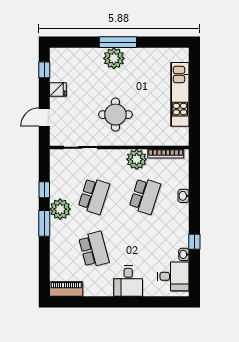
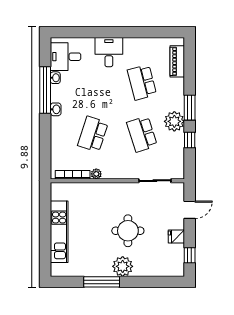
window: (118, 42) -> (102, 282), moved
round table: (115, 115) -> (128, 231), moved
plant: (137, 159) -> (96, 174), width x0.53, depth x0.53
school desk: (94, 196) -> (142, 134), turned -36
washbasin: (183, 196) -> (56, 109), moved
window: (194, 242) -> (45, 90), width x3.17
piano: (66, 289) -> (177, 61), moved, turned 90

